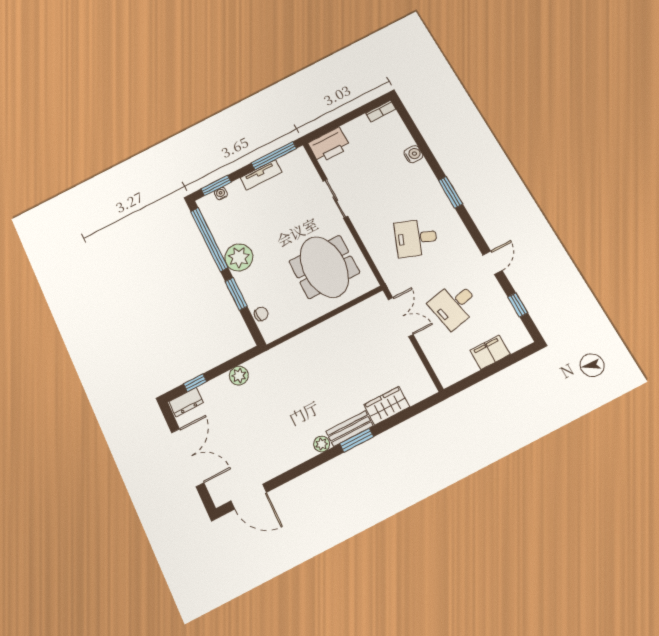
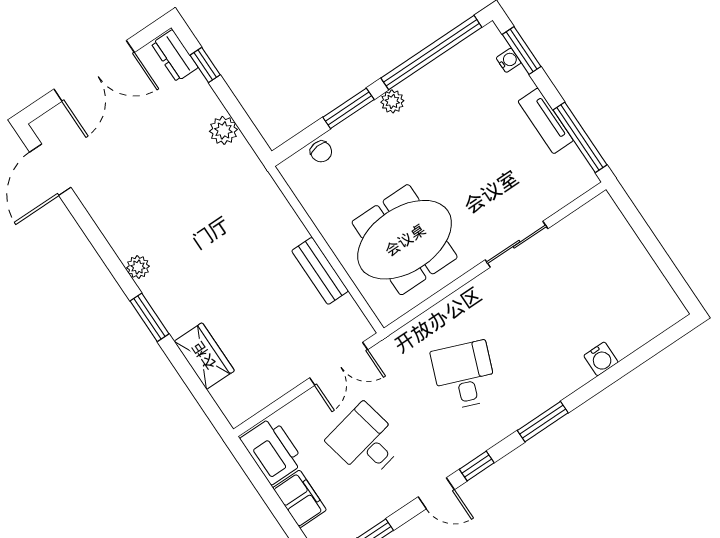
bookcase: (381, 111) -> (670, 300), removed
printer: (329, 145) -> (272, 451), moved, turned 180
window: (476, 236) -> (477, 466), added
plant: (239, 257) -> (392, 101), width x0.53, depth x0.53
bench: (349, 429) -> (320, 271), moved

